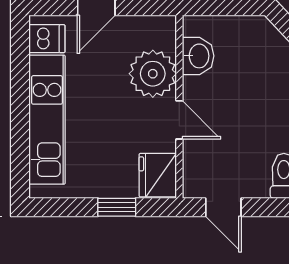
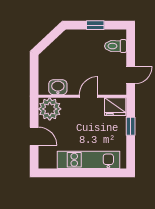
dishwasher: (47, 39) -> (50, 160), removed
plant: (153, 74) -> (50, 109), moved

